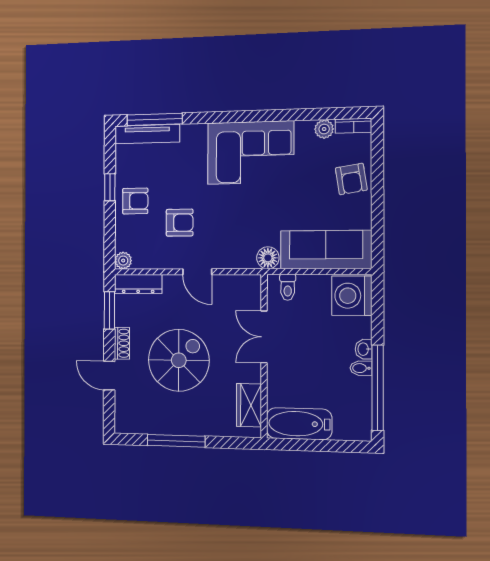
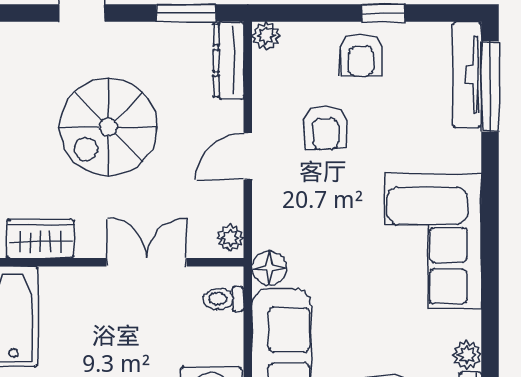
plant: (249, 283) -> (230, 238), added
shoe rack: (122, 343) -> (134, 34), removed
spiral stairs: (179, 360) -> (108, 127), turned 90

